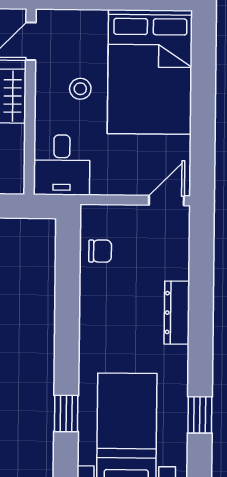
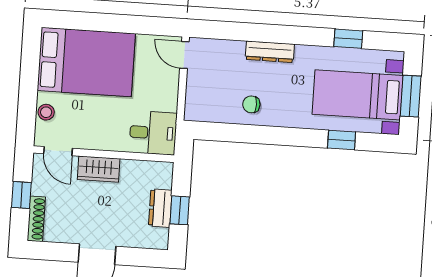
stool: (80, 89) -> (46, 112), moved
chair: (100, 251) -> (251, 104), moved, turned -90

